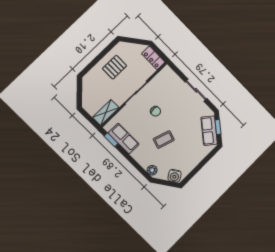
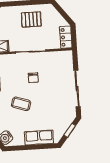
sliding door: (196, 90) -> (77, 89), width x1.37
row of seats: (209, 131) -> (39, 138), moved, turned 51

